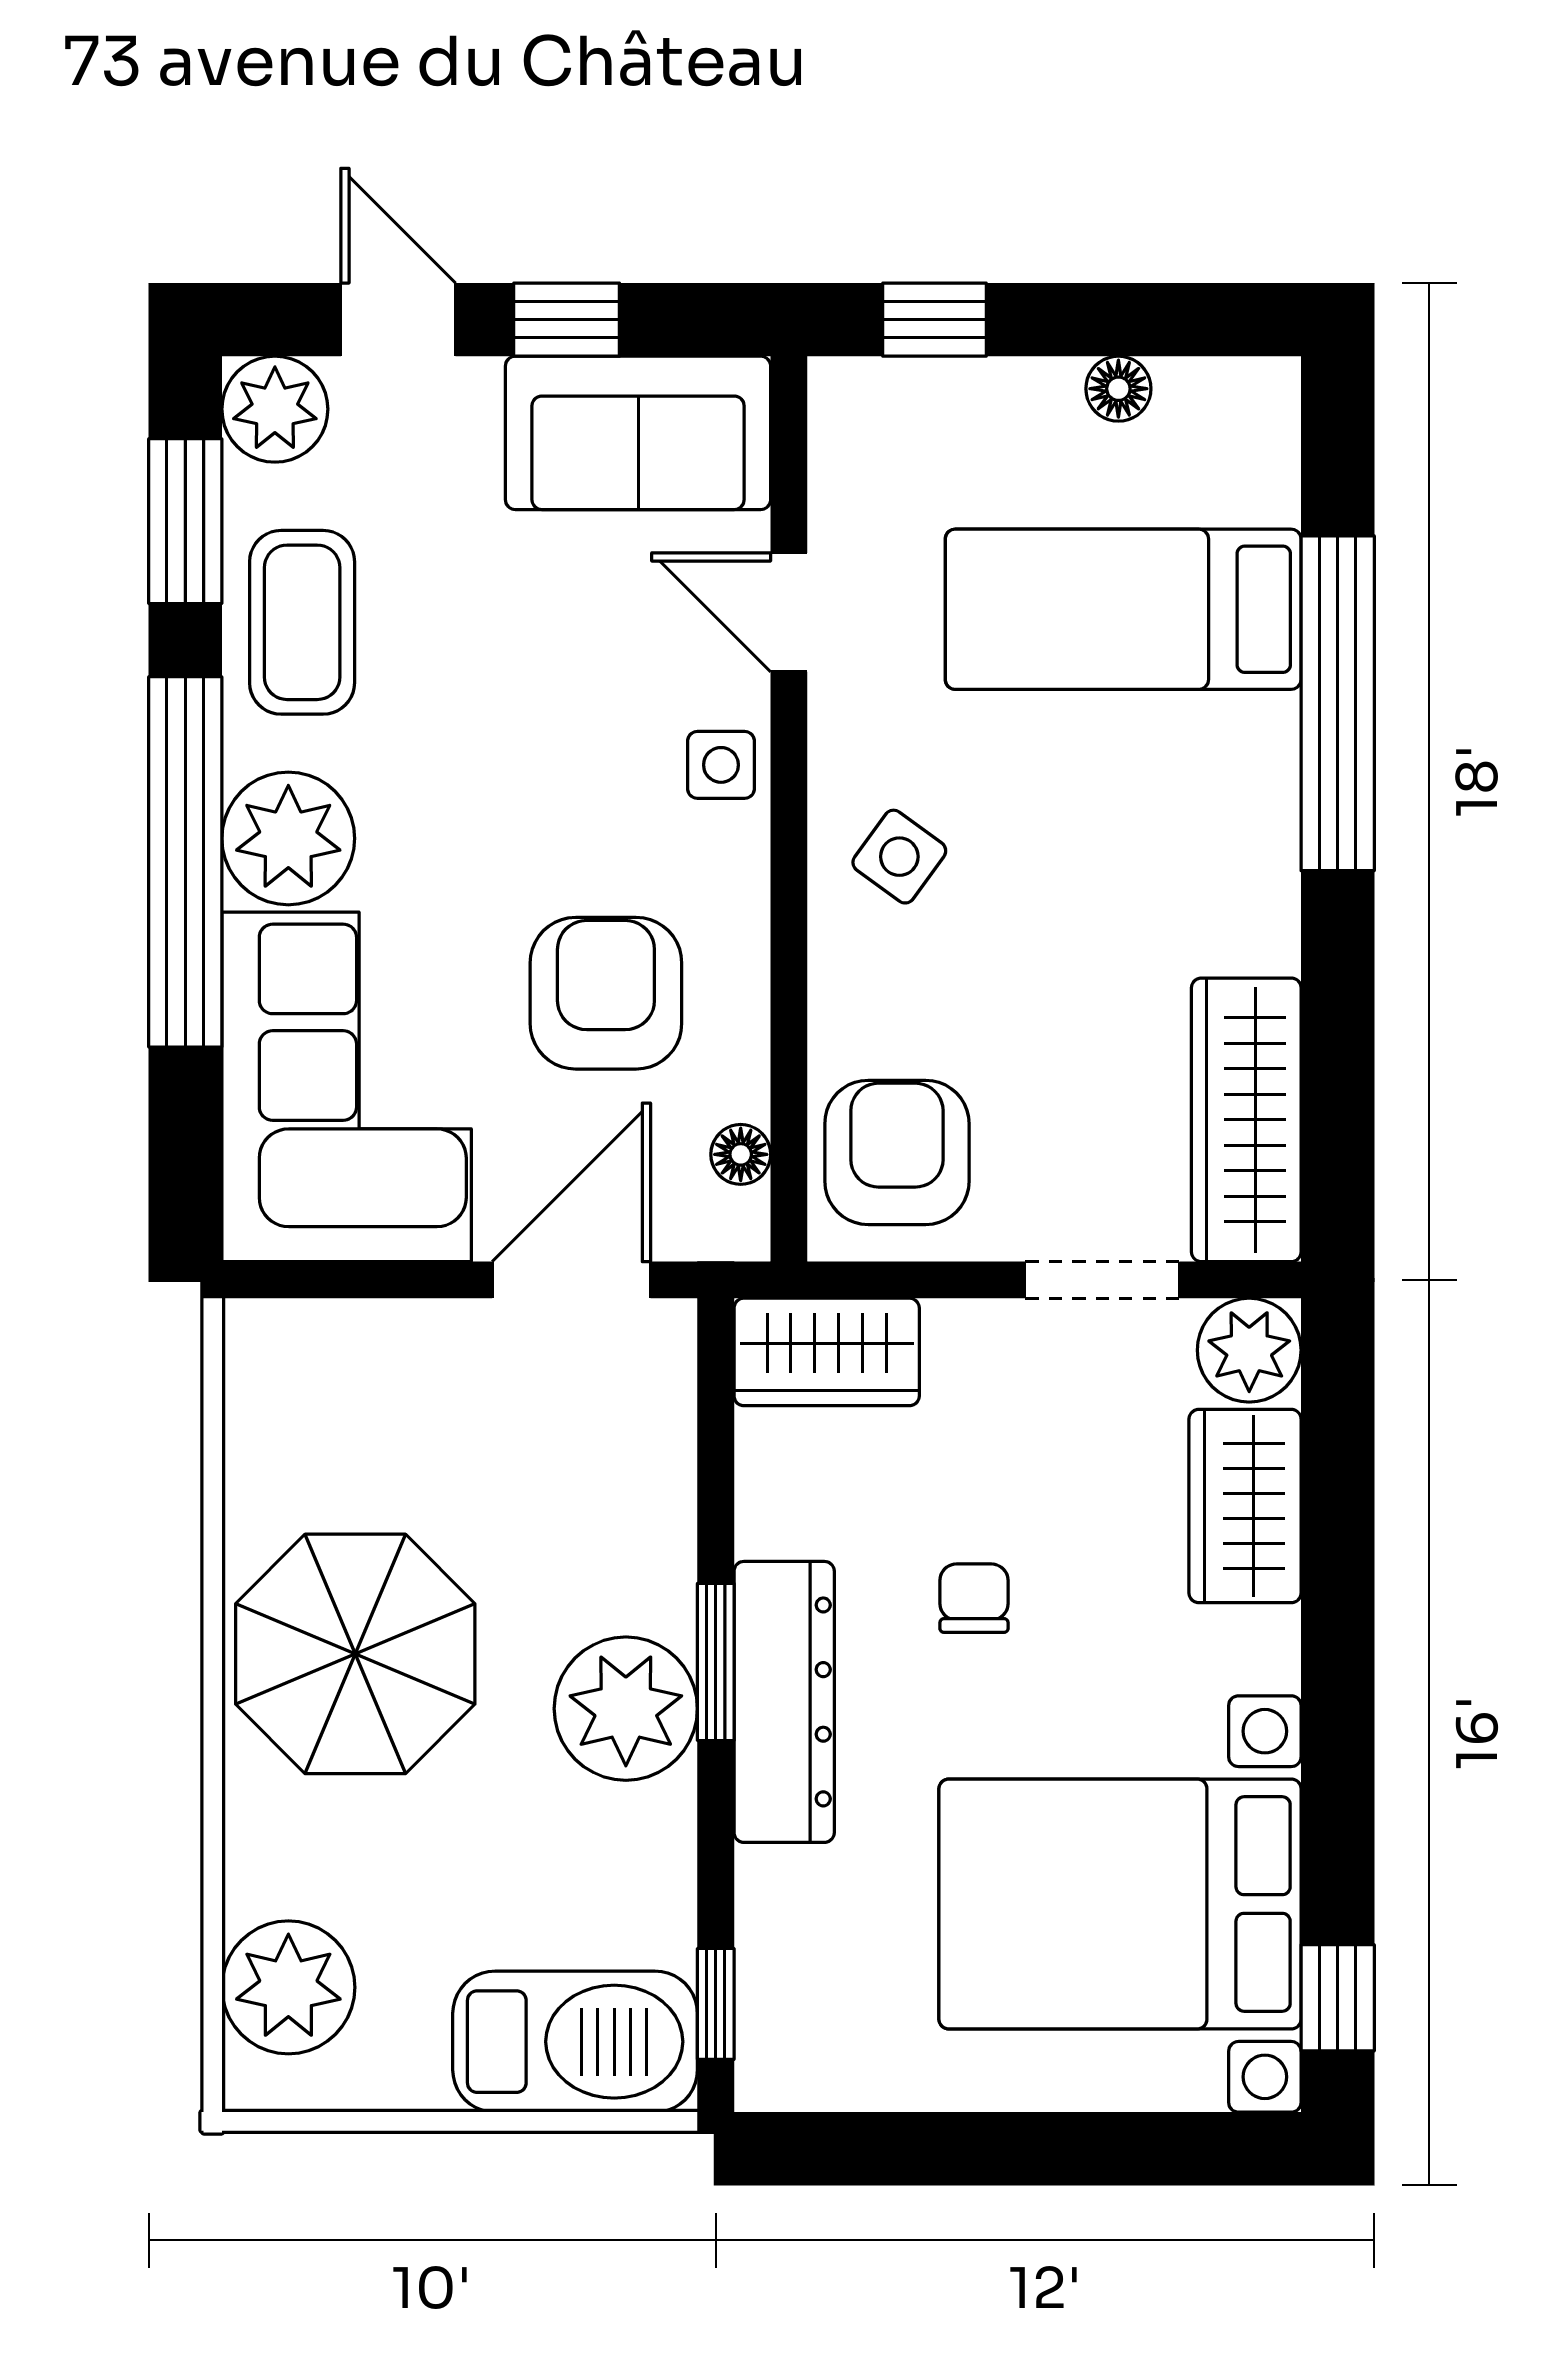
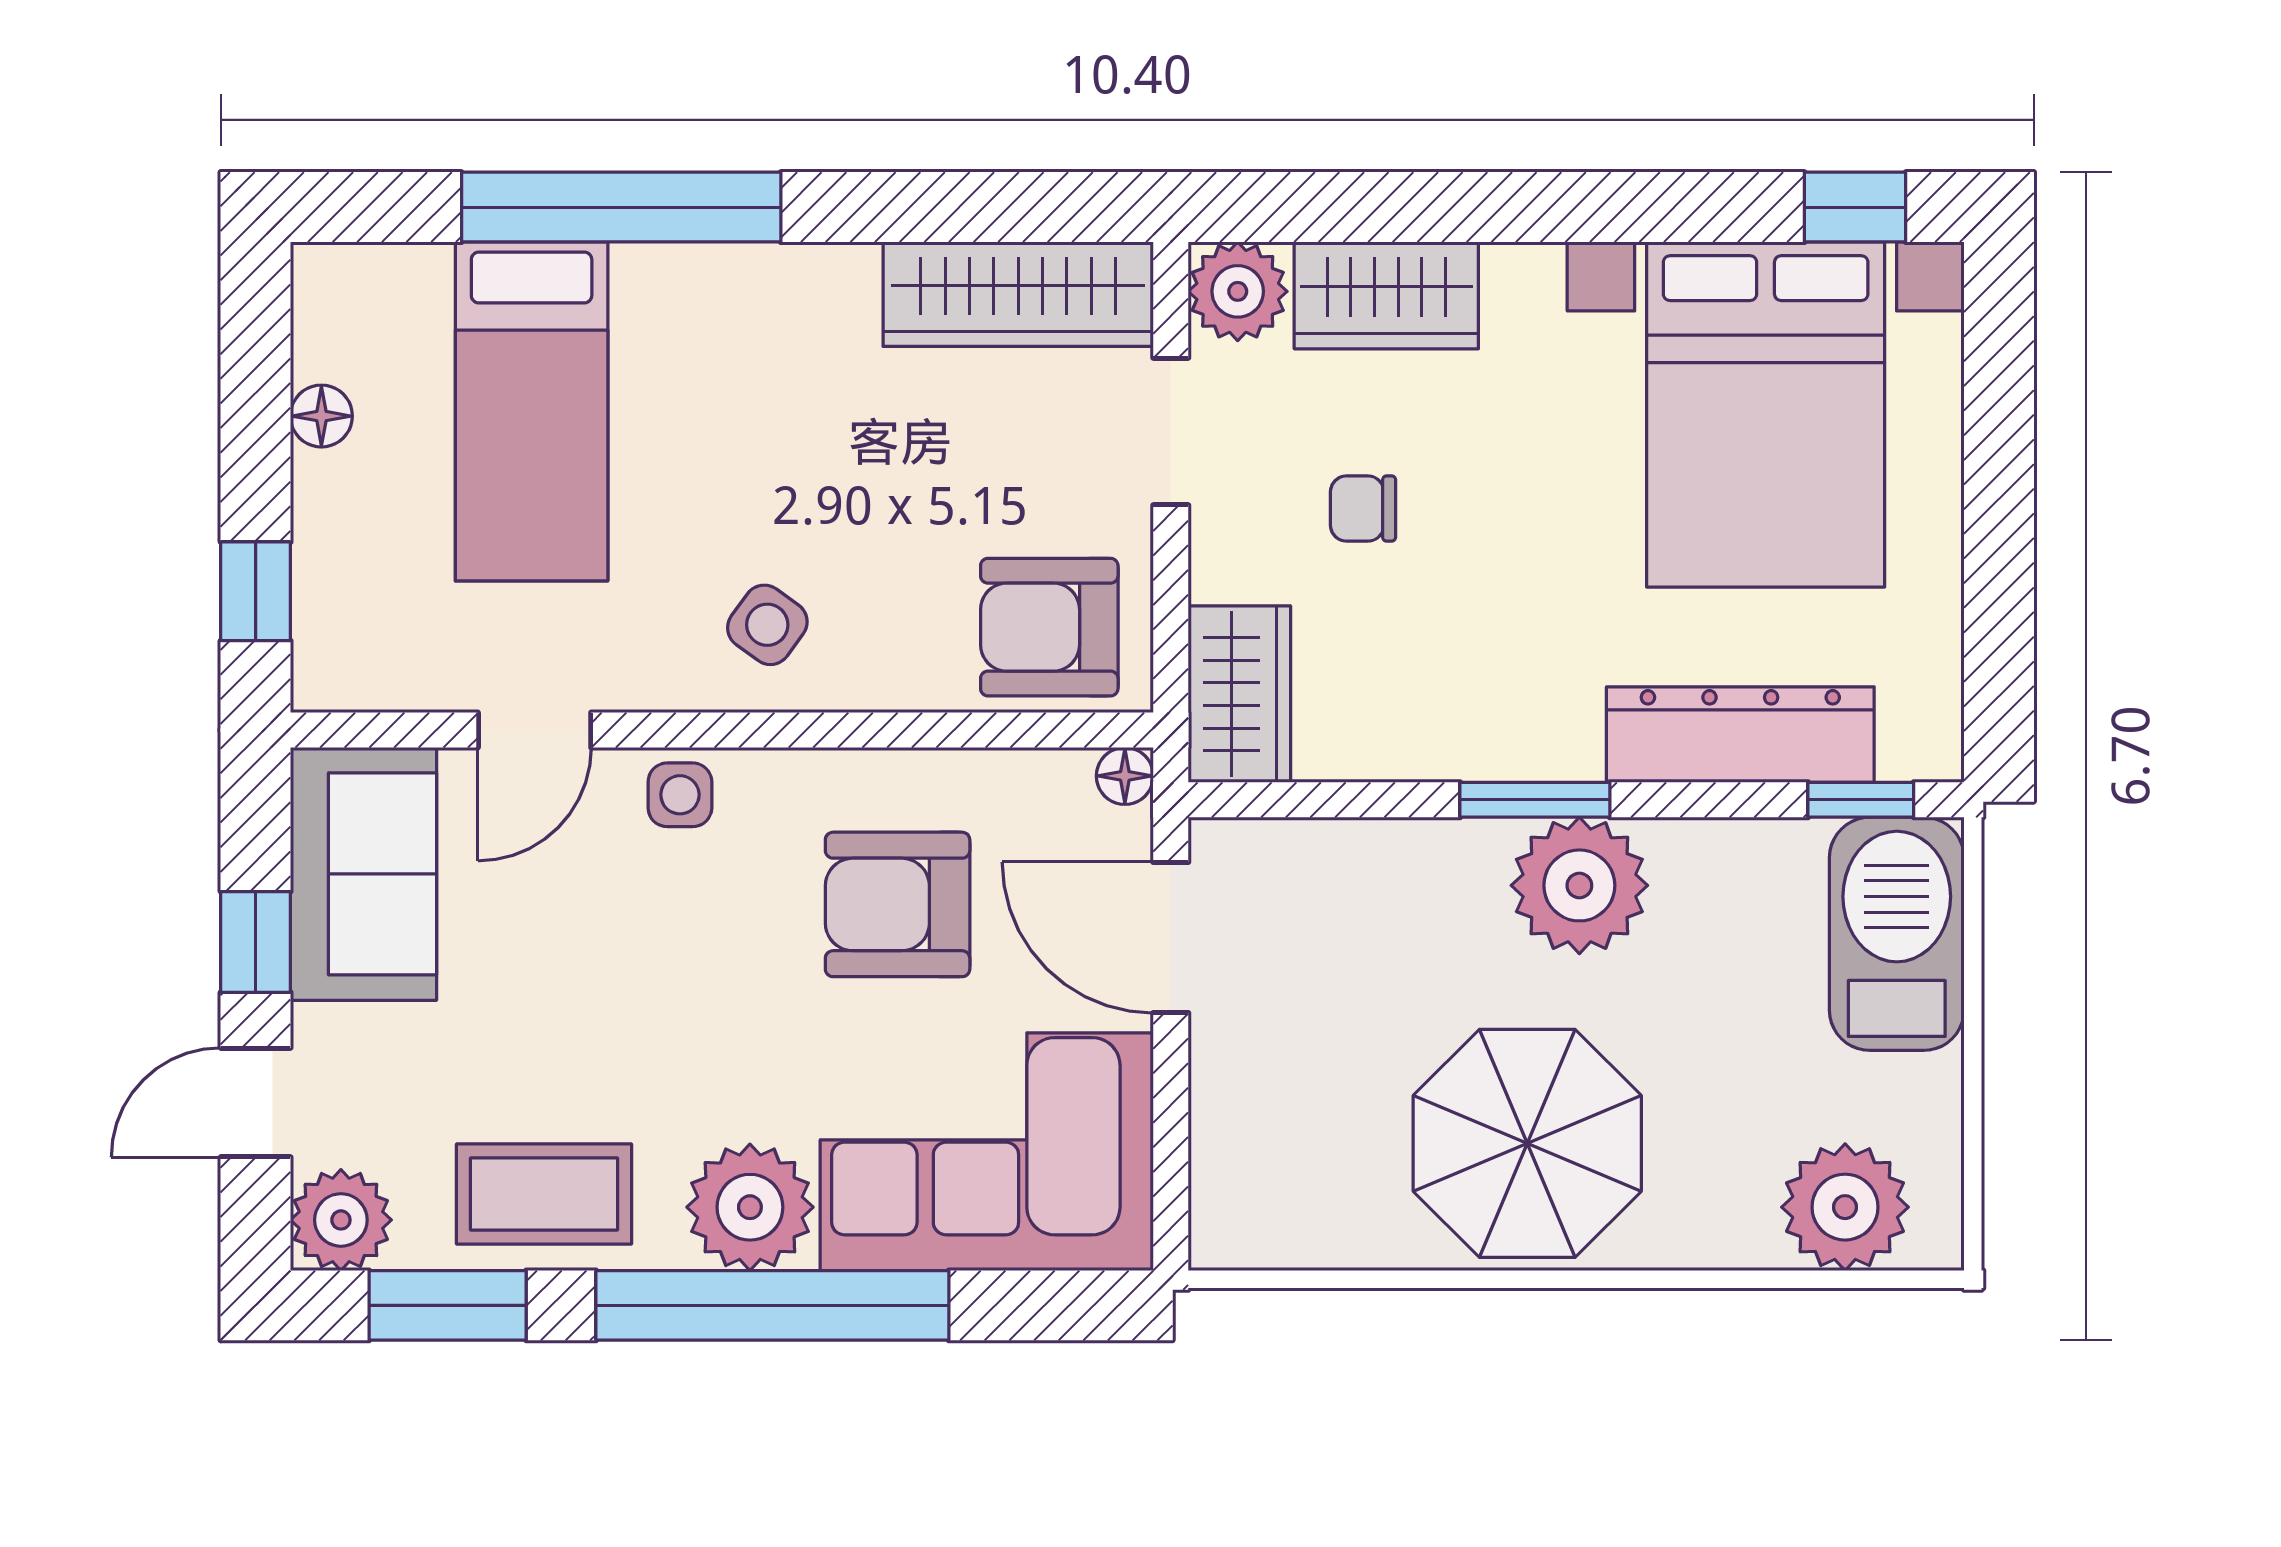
floor lamp: (741, 1154) -> (1125, 776), moved
chair: (974, 1598) -> (1363, 509), moved
dresser: (784, 1702) -> (1740, 735), moved

